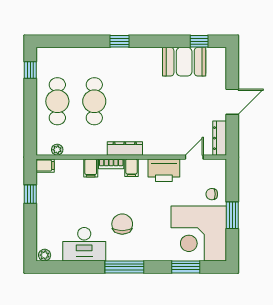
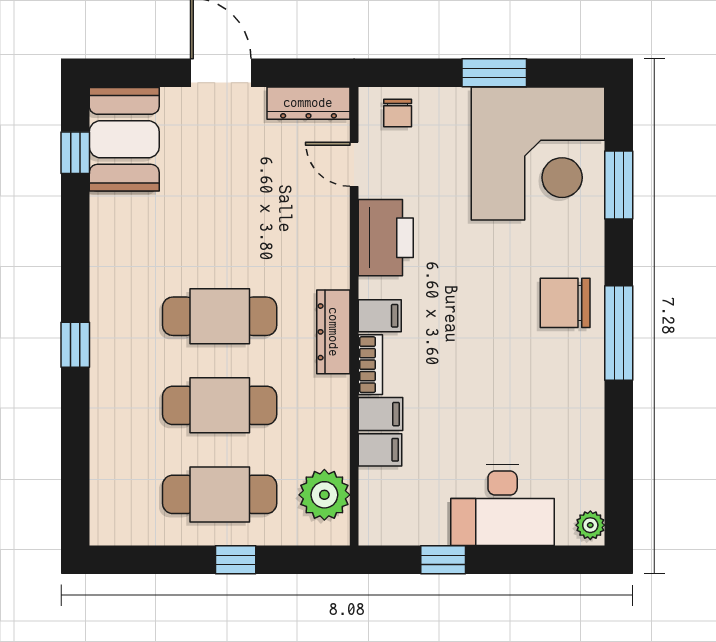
booth: (184, 62) -> (124, 139), moved
window: (30, 70) -> (236, 560), moved
cafe table: (131, 101) -> (220, 316), added
plant: (57, 150) -> (324, 495), width x1.88, depth x1.88
filing cabinet: (45, 166) -> (380, 450), moved, turned 90
chair: (212, 194) -> (398, 113), moved
chair: (122, 224) -> (565, 303), moved
desk: (84, 244) -> (503, 505), moved, turned 90

